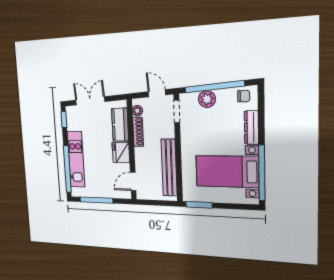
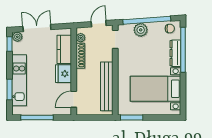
door: (157, 93) -> (99, 24), hinge flipped
plant: (71, 111) -> (17, 37), added
window: (67, 169) -> (10, 89), width x0.47
window: (262, 173) -> (183, 50), moved

